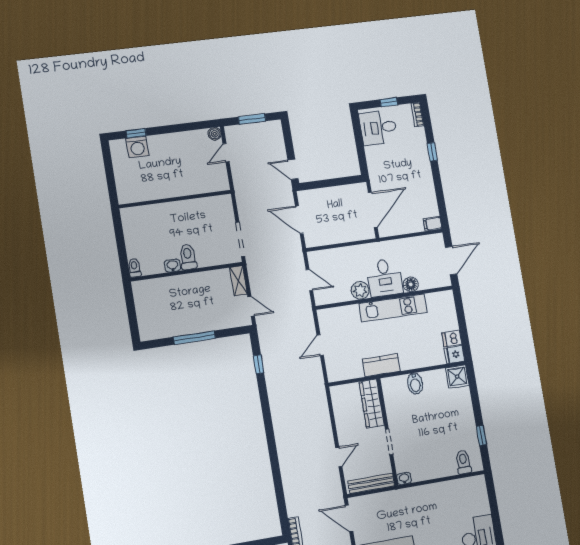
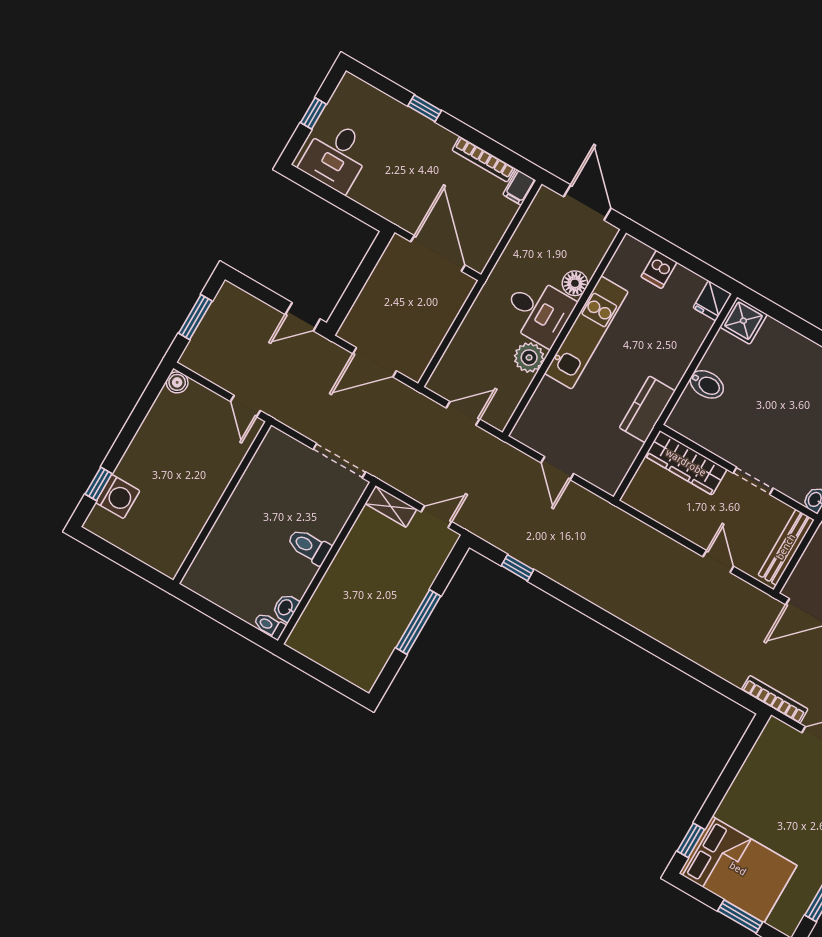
bookcase: (417, 114) -> (484, 159), moved, width x1.56
door: (226, 153) -> (245, 406), moved
washbasin: (172, 266) -> (286, 608), moved
dishwasher: (452, 339) -> (659, 269), moved

